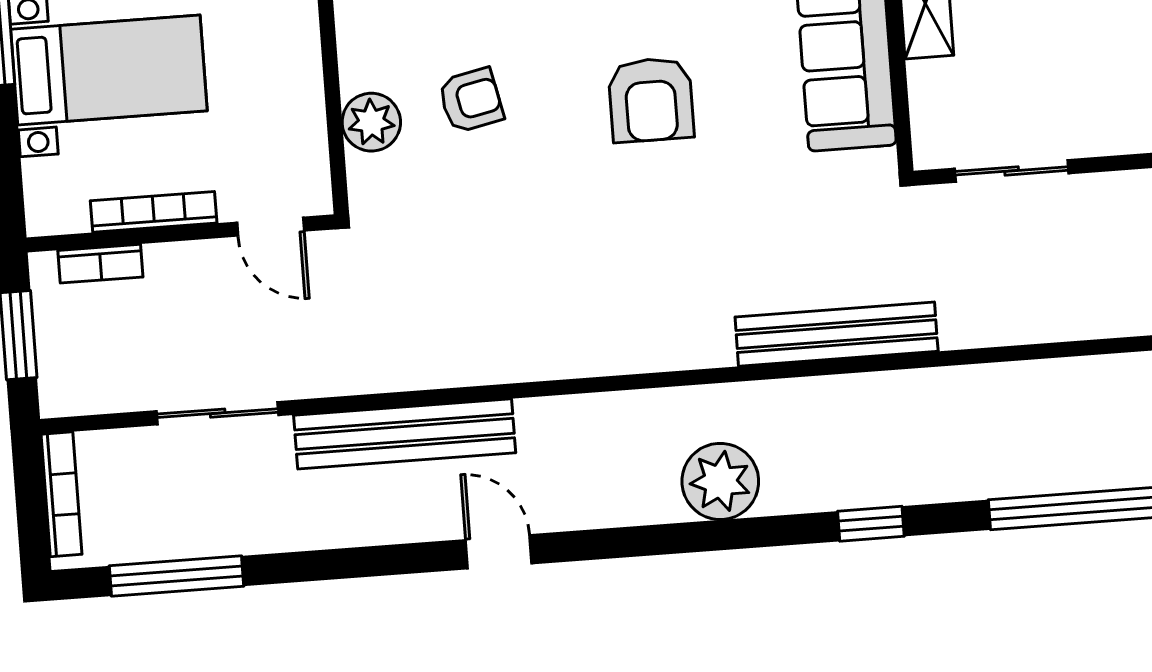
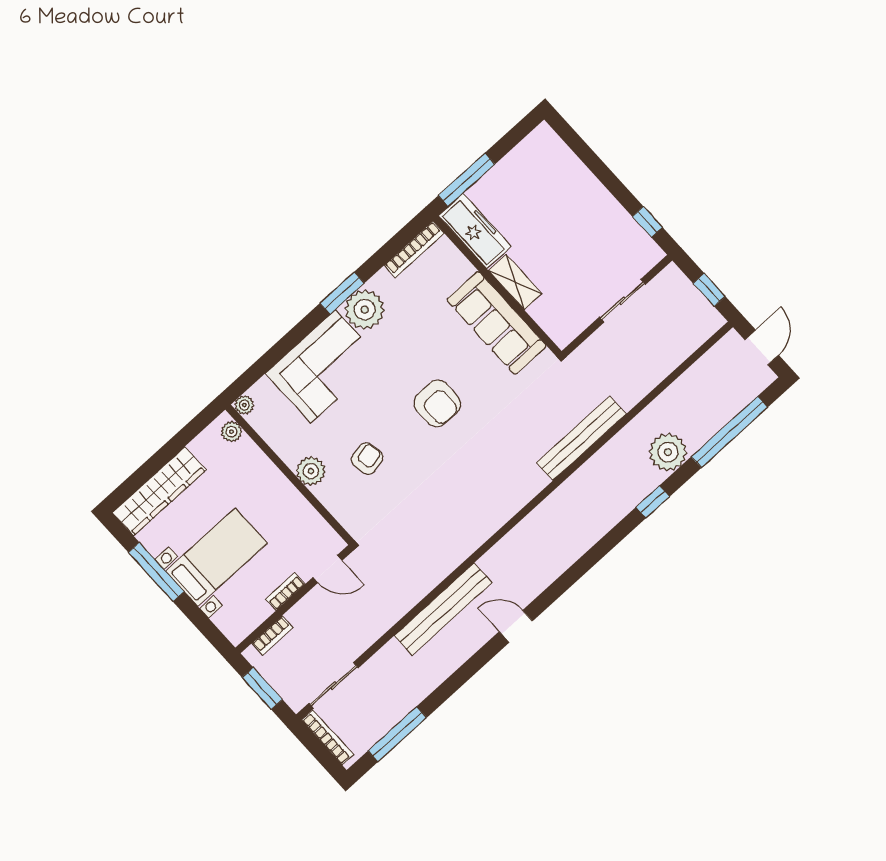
plant: (371, 122) -> (311, 471), moved
sliding door: (1012, 171) -> (622, 301), moved
bookcase: (154, 212) -> (285, 591), width x0.64
sliding door: (218, 413) -> (333, 686), moved
plant: (720, 481) -> (668, 452), moved

